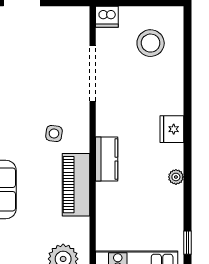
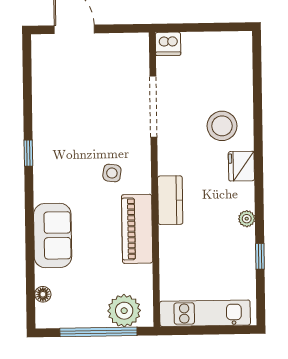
stool: (151, 43) -> (222, 126), moved
window: (187, 243) -> (260, 256), moved

